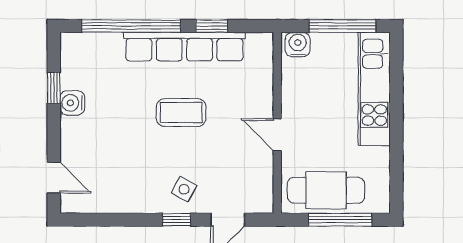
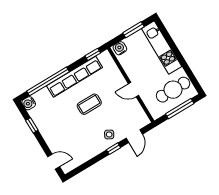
window: (212, 26) -> (93, 54), moved
window: (342, 26) -> (133, 30), width x0.69
water cooler: (72, 103) -> (29, 103), moved
cafe table: (326, 190) -> (173, 90), moved

